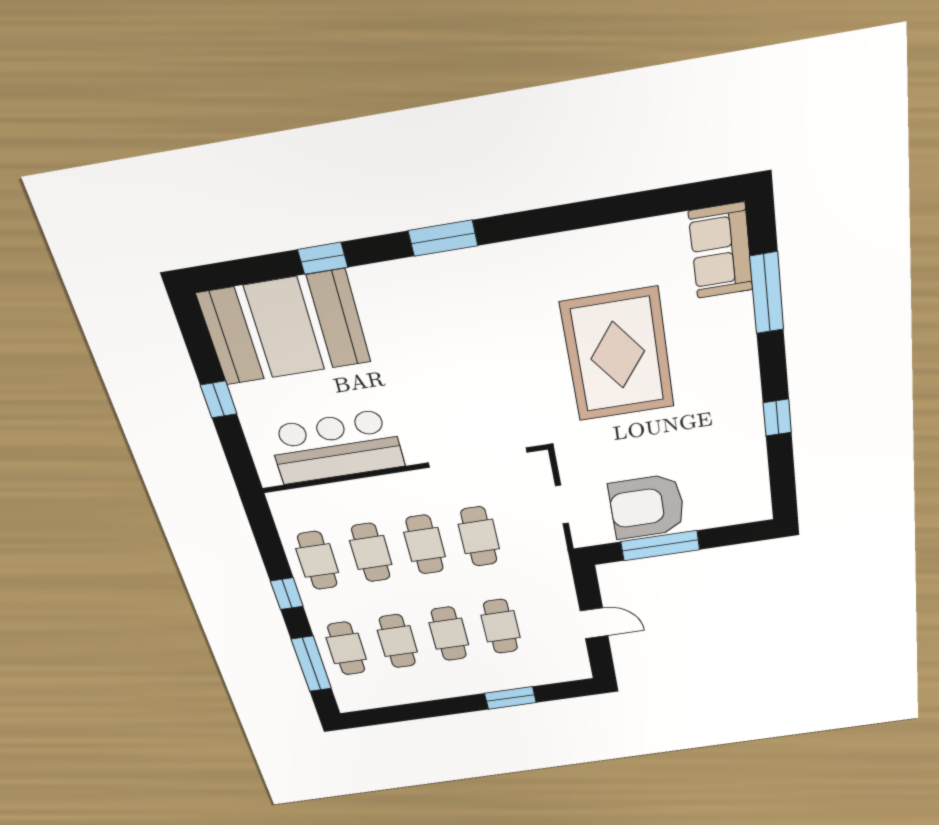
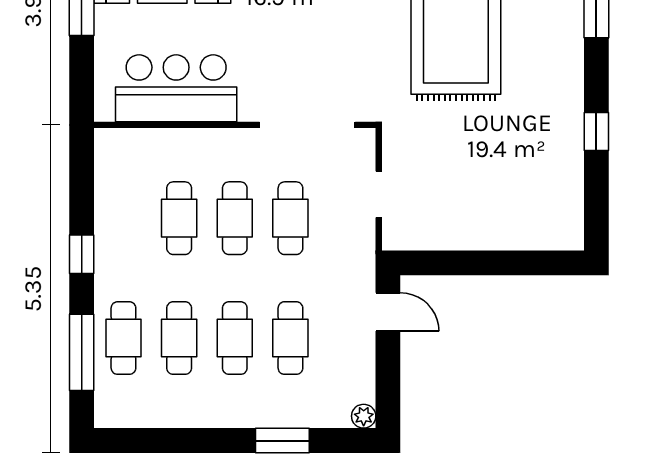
armchair: (647, 507) -> (462, 212), removed
window: (660, 546) -> (469, 263), removed
cafe table: (317, 561) -> (123, 218), removed
door: (594, 623) -> (388, 312), moved
plant: (580, 671) -> (364, 416), added

